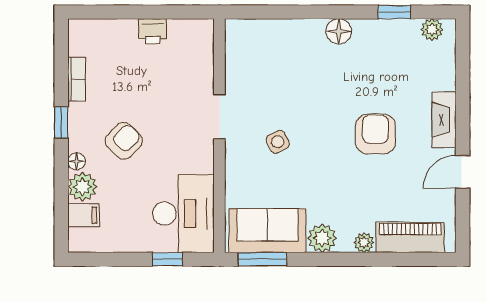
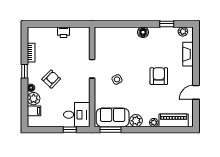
fireplace: (444, 120) -> (188, 54), moved
desk: (183, 214) -> (77, 115), width x0.73

